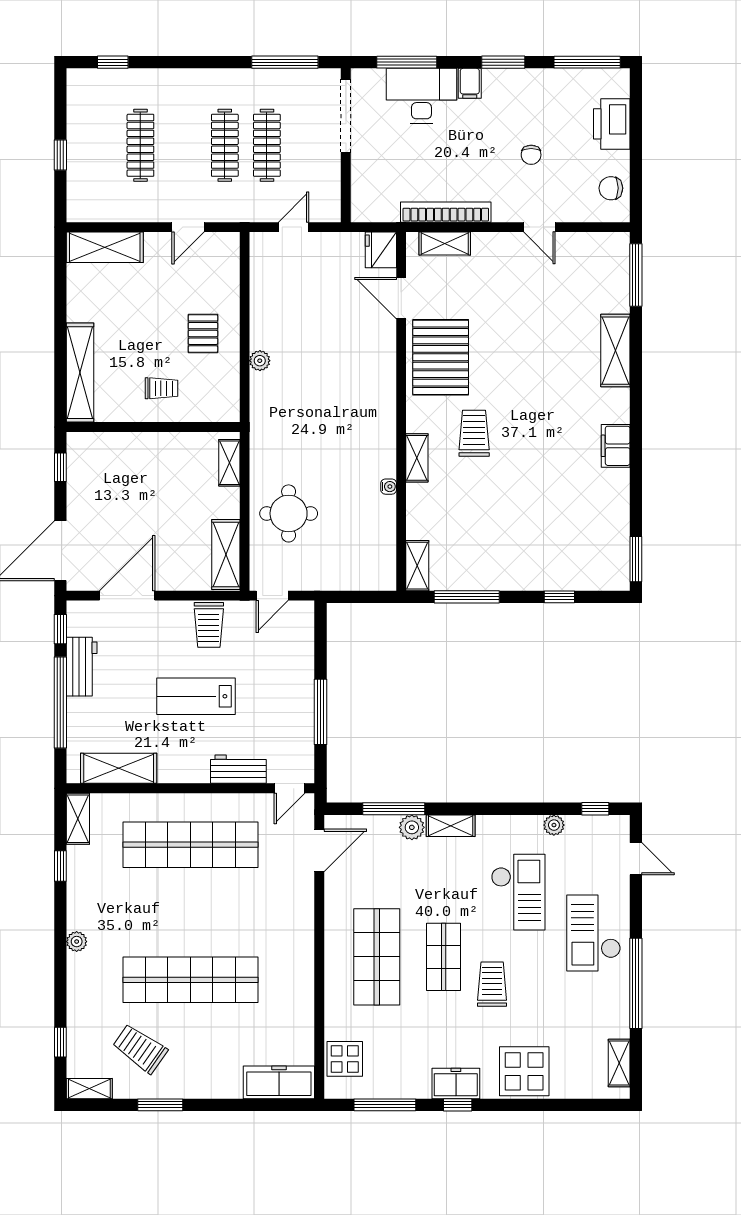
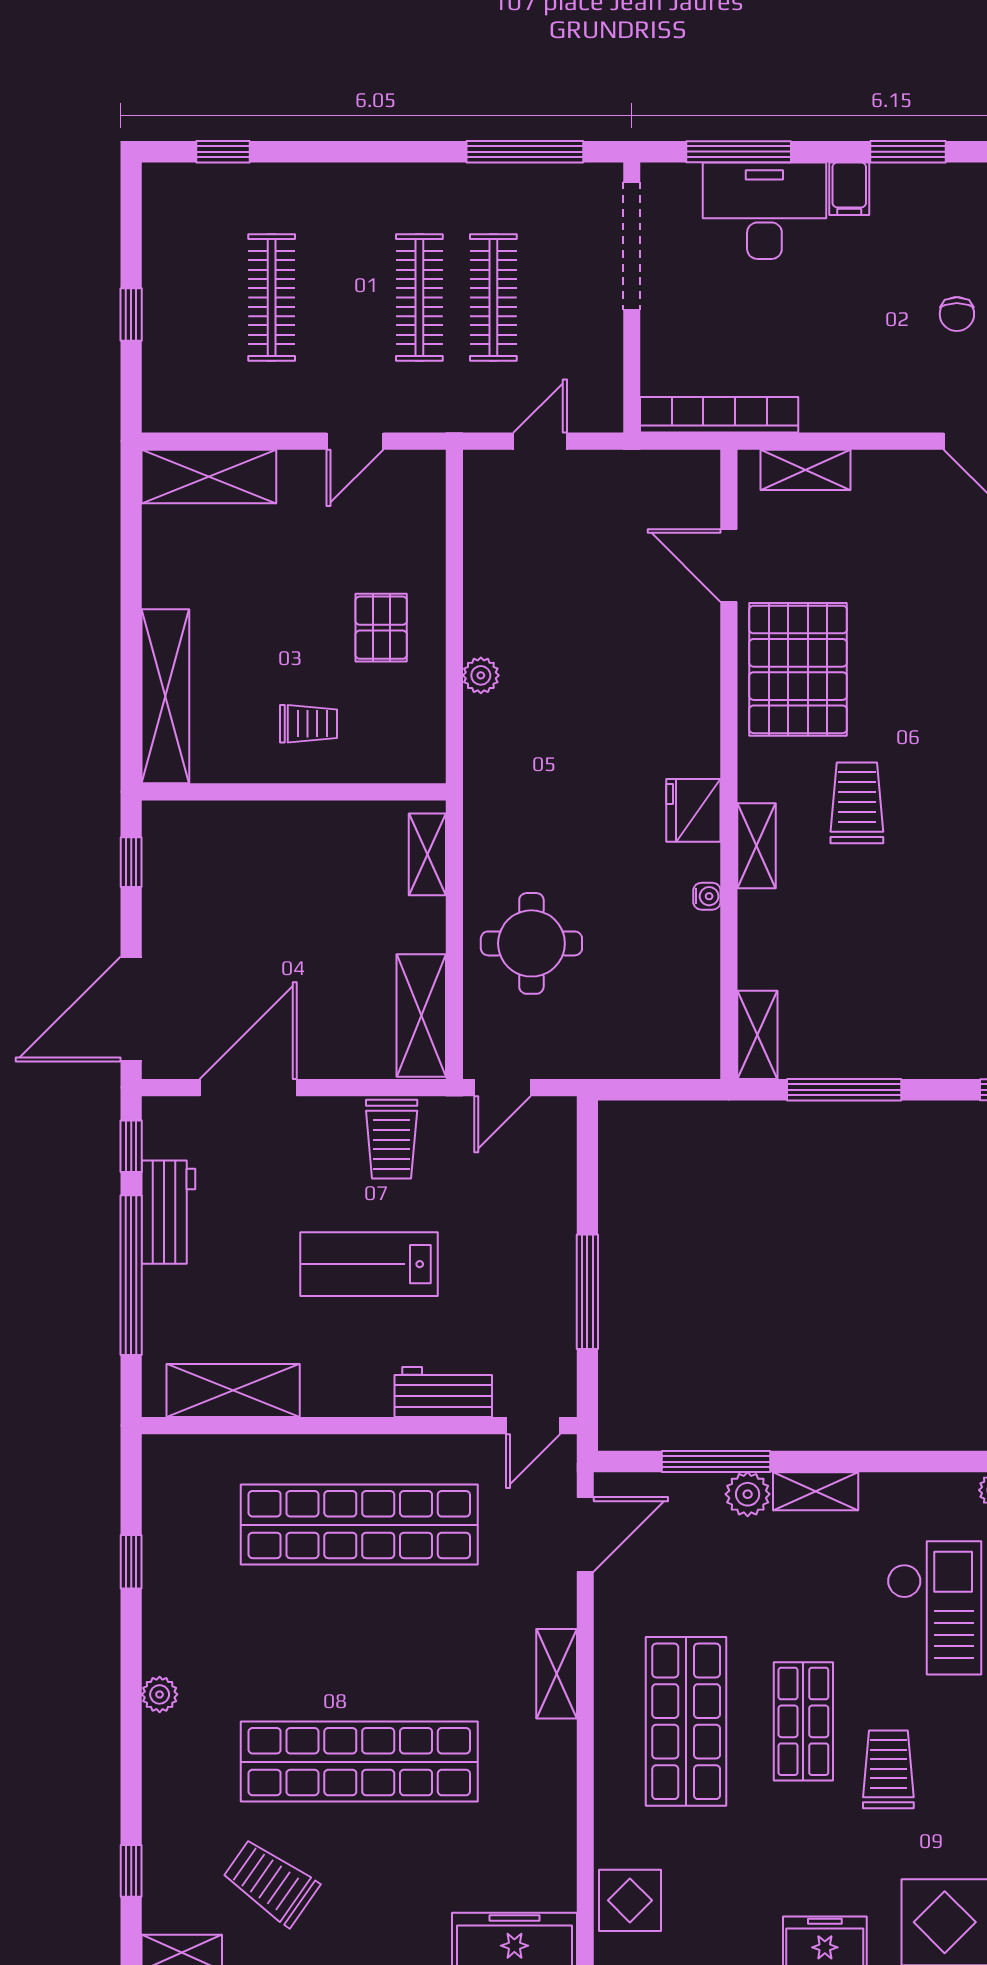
bookcase: (446, 212) -> (719, 415), moved
fridge: (381, 250) -> (693, 810), moved
shelving: (78, 819) -> (557, 1674), moved

